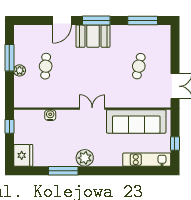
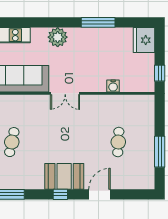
window: (96, 20) -> (60, 194), width x0.46
plant: (20, 70) -> (148, 137), removed
plant: (85, 158) -> (58, 37), moved

